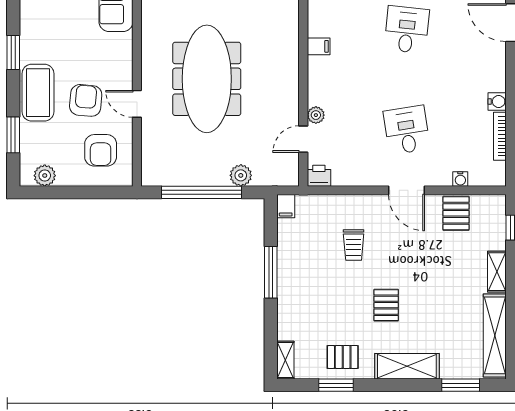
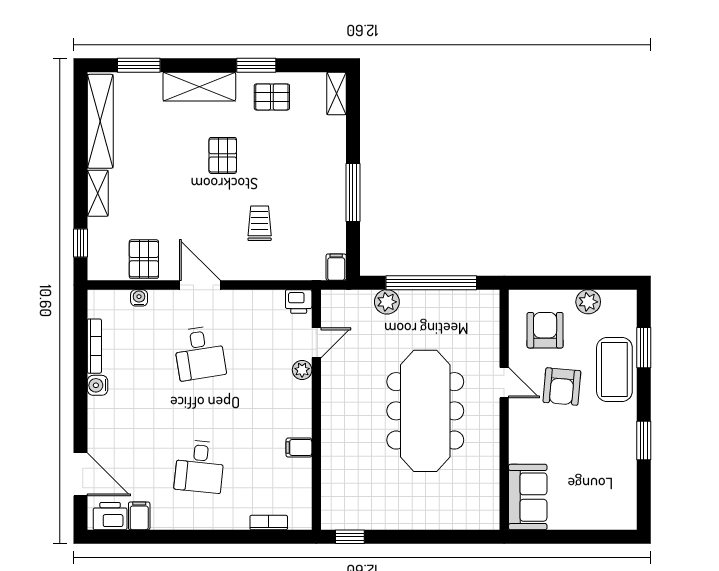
coffee table: (38, 93) -> (614, 369), moved
plant: (45, 176) -> (588, 302), moved
window: (336, 385) -> (256, 65), moved

